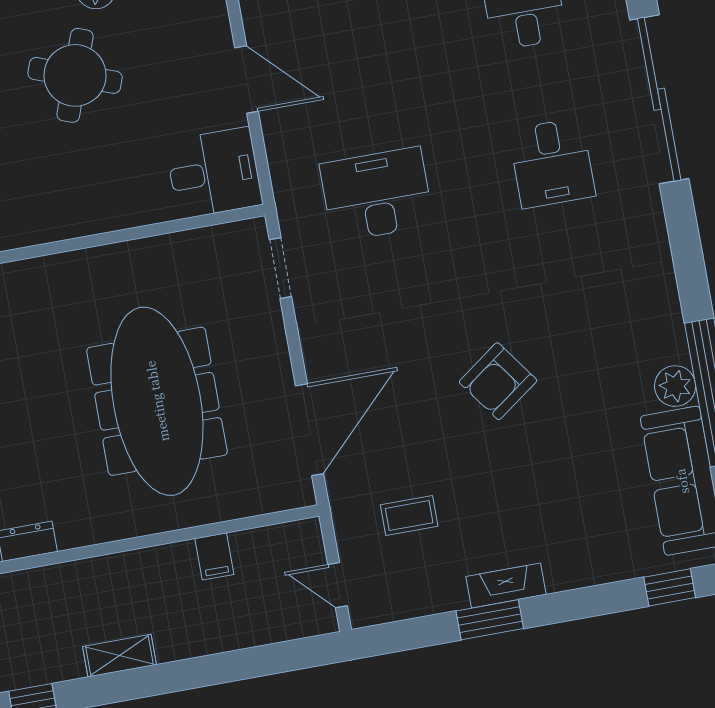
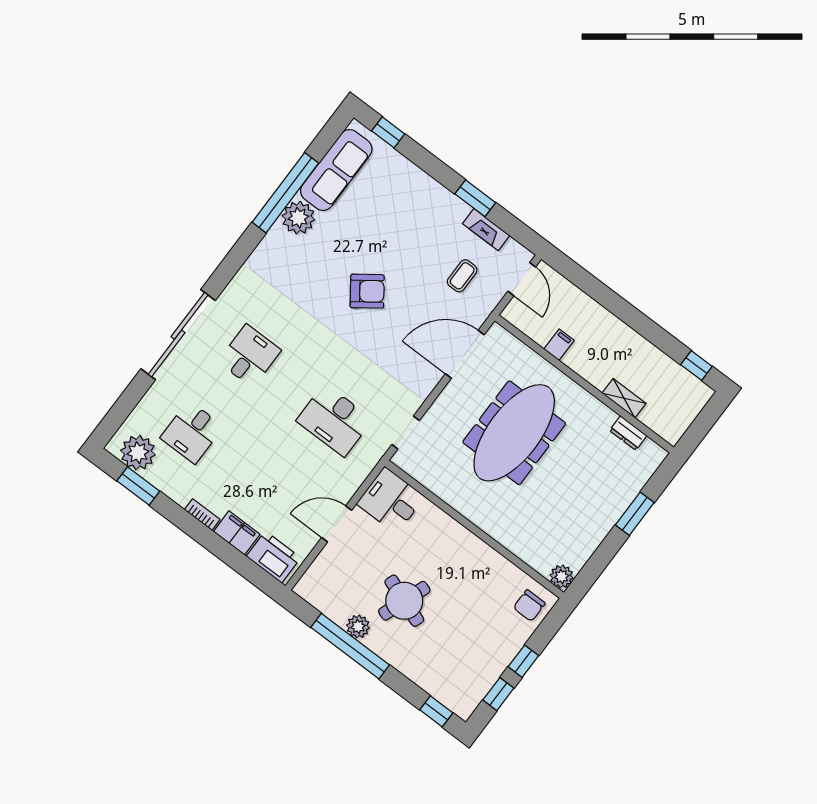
door: (247, 79) -> (337, 524), hinge flipped
plant: (675, 386) -> (298, 218), width x1.36, depth x1.36
coffee table: (409, 516) -> (462, 276), turned 90
door: (337, 585) -> (522, 279), width x1.38
fireplace: (506, 585) -> (486, 230), moved
shelving: (120, 656) -> (624, 398), moved

